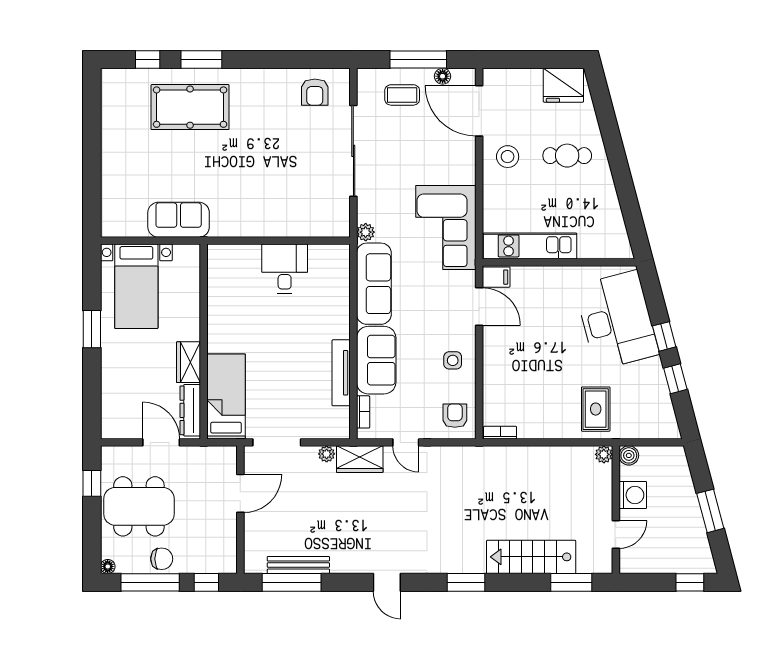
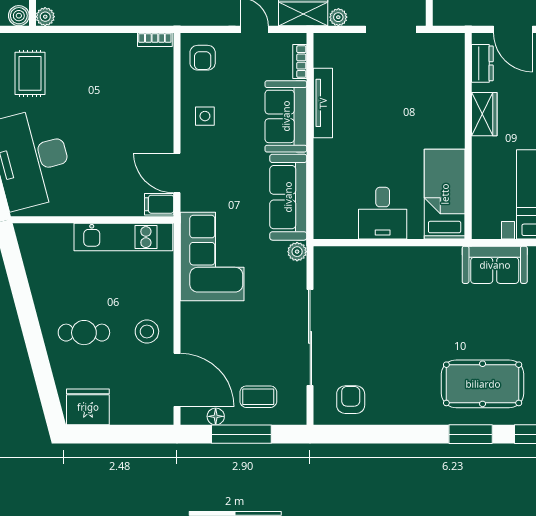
bed: (226, 397) -> (445, 194), moved, turned 180
rug: (596, 409) -> (30, 73), moved
dresser: (190, 410) -> (482, 63), width x0.70

